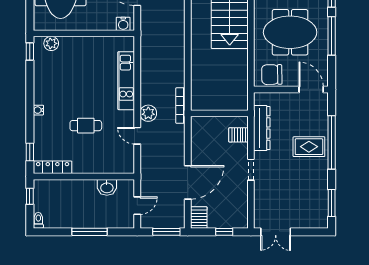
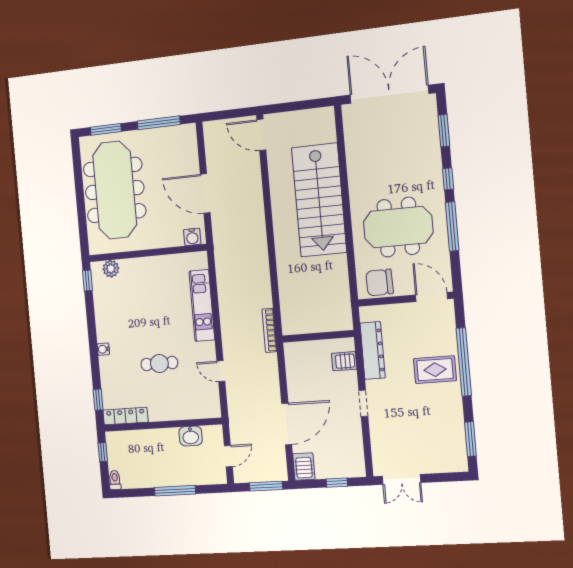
plant: (148, 113) -> (232, 343), removed

